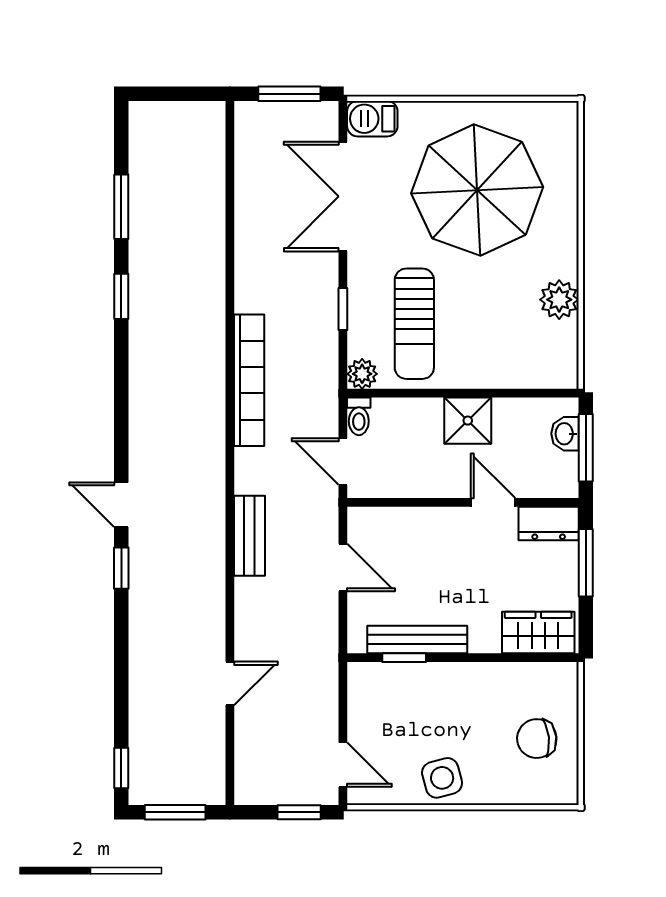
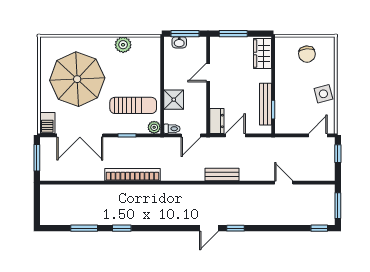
bookcase: (249, 380) -> (132, 175), moved
shower: (468, 421) -> (174, 100), moved
dresser: (549, 524) -> (217, 121), moved

